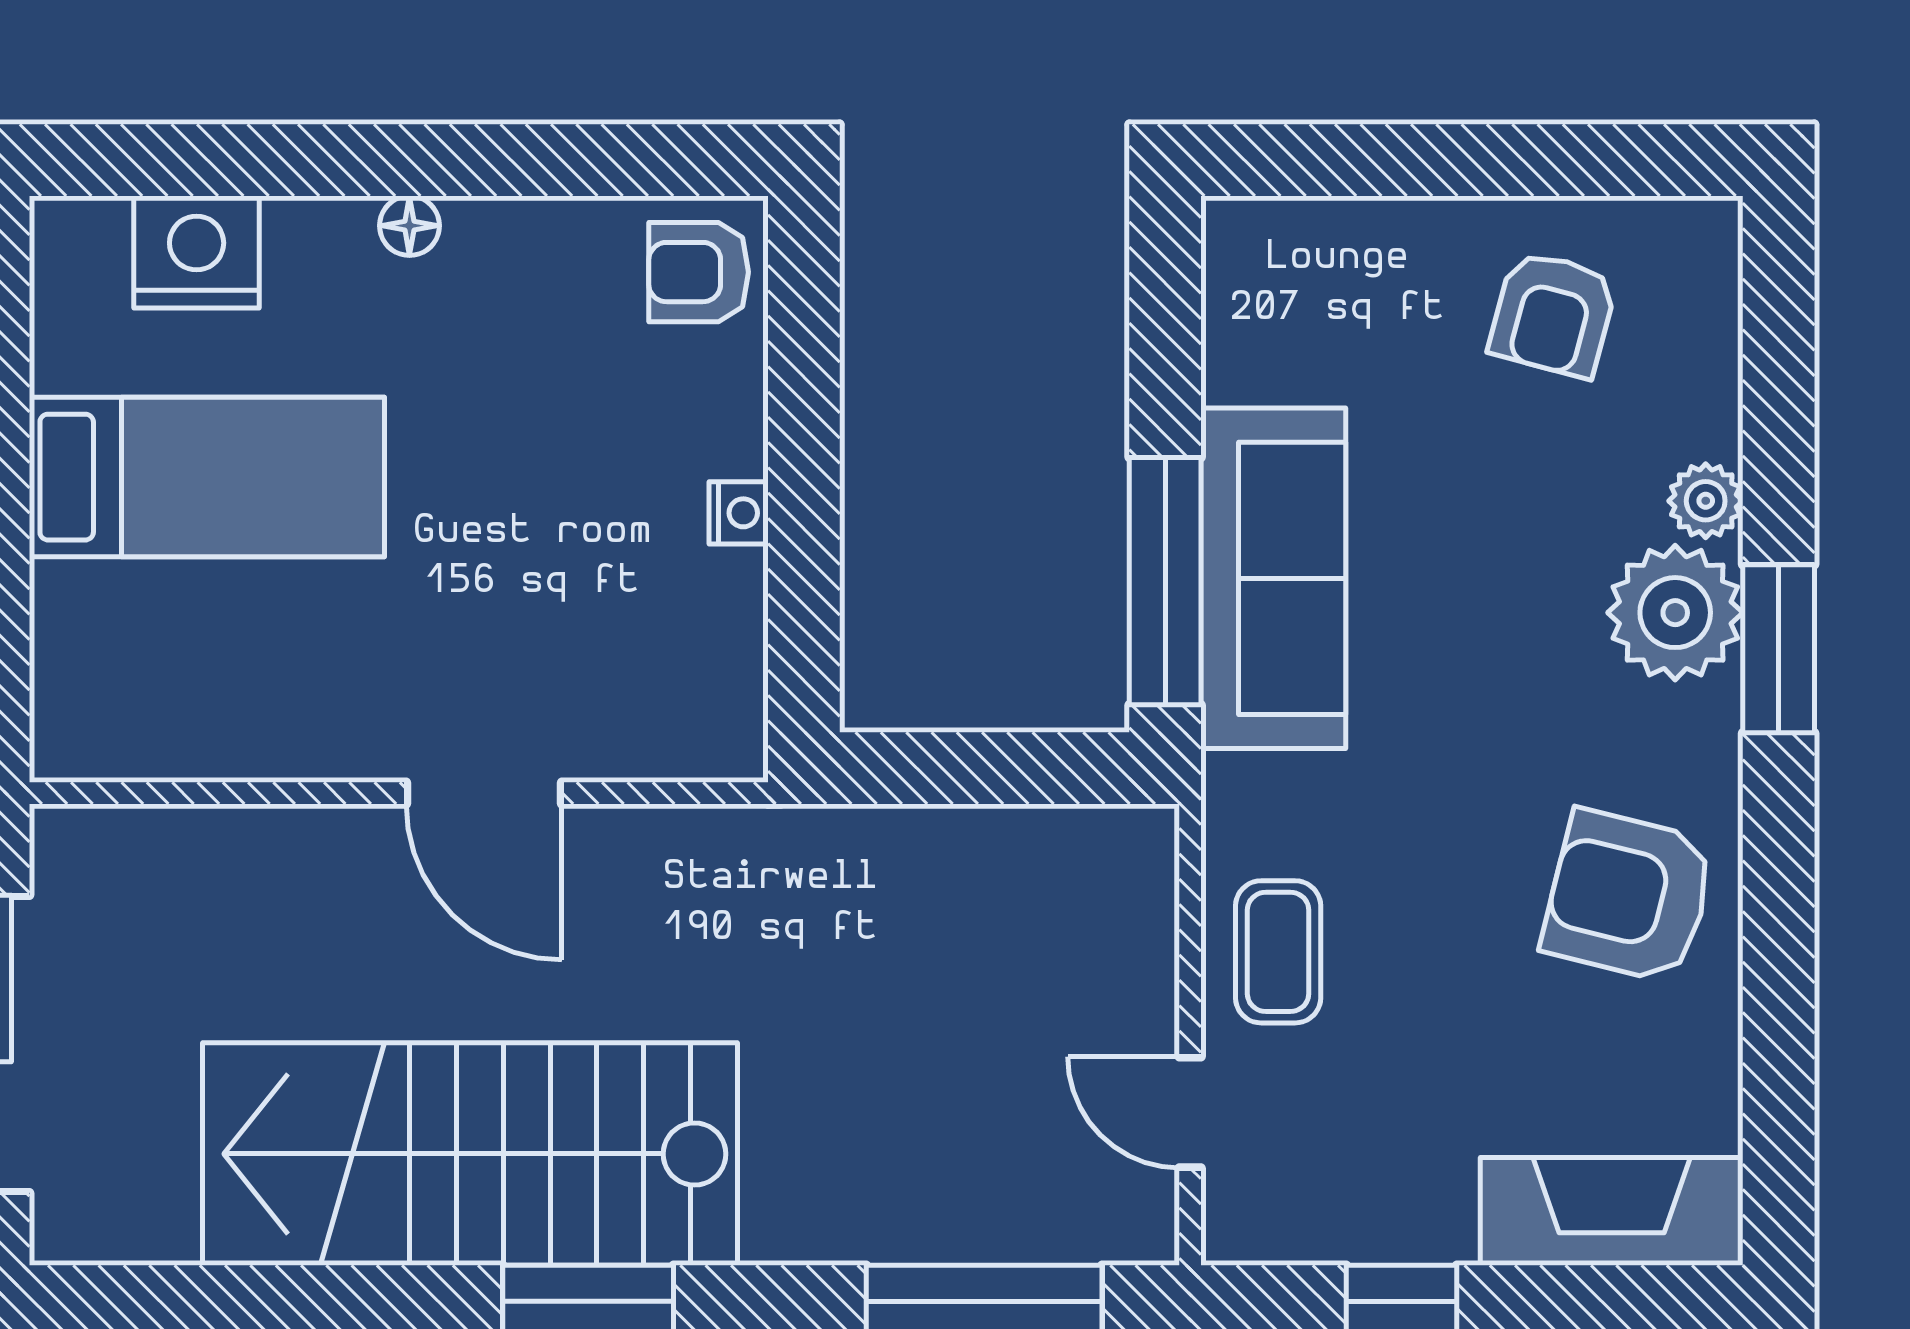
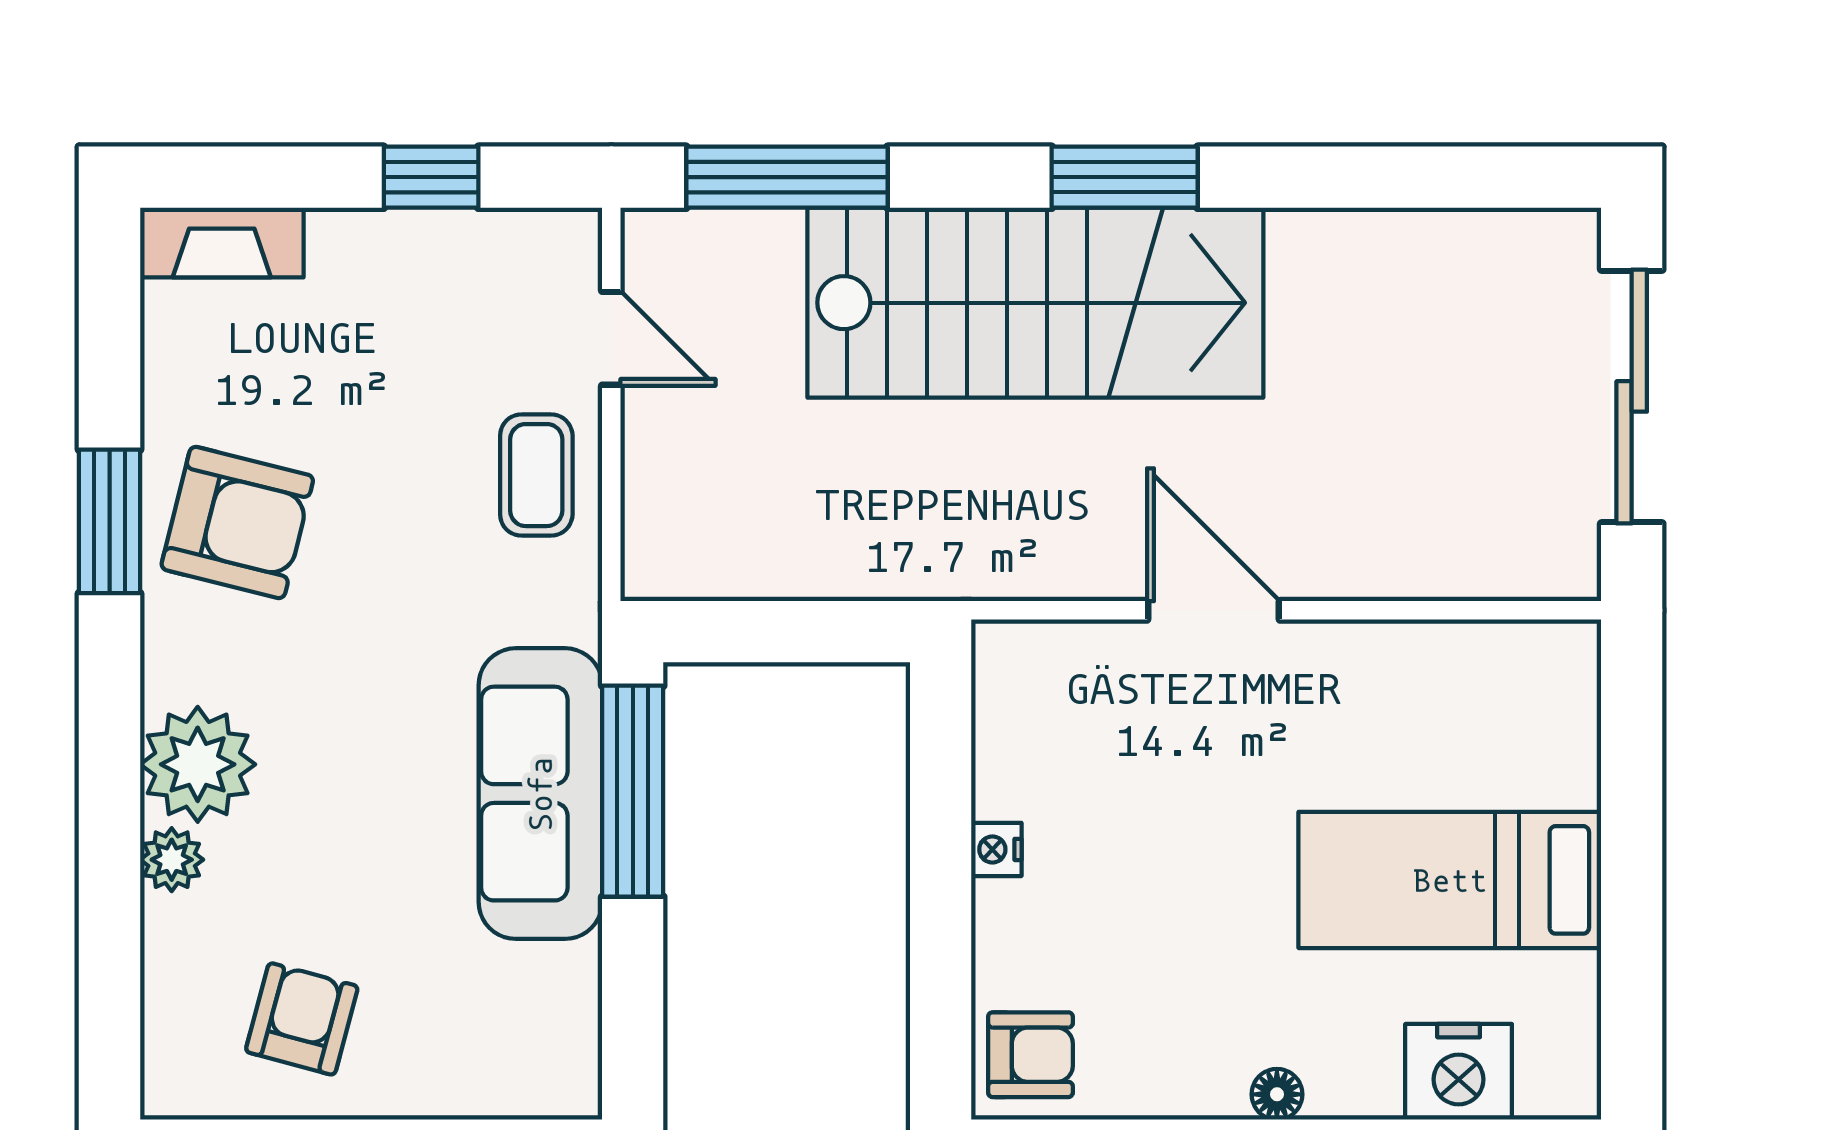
window: (1779, 649) -> (110, 521), moved
stairs: (470, 1154) -> (1035, 303), moved
fireplace: (1612, 1211) -> (222, 243), width x0.73, depth x0.76

